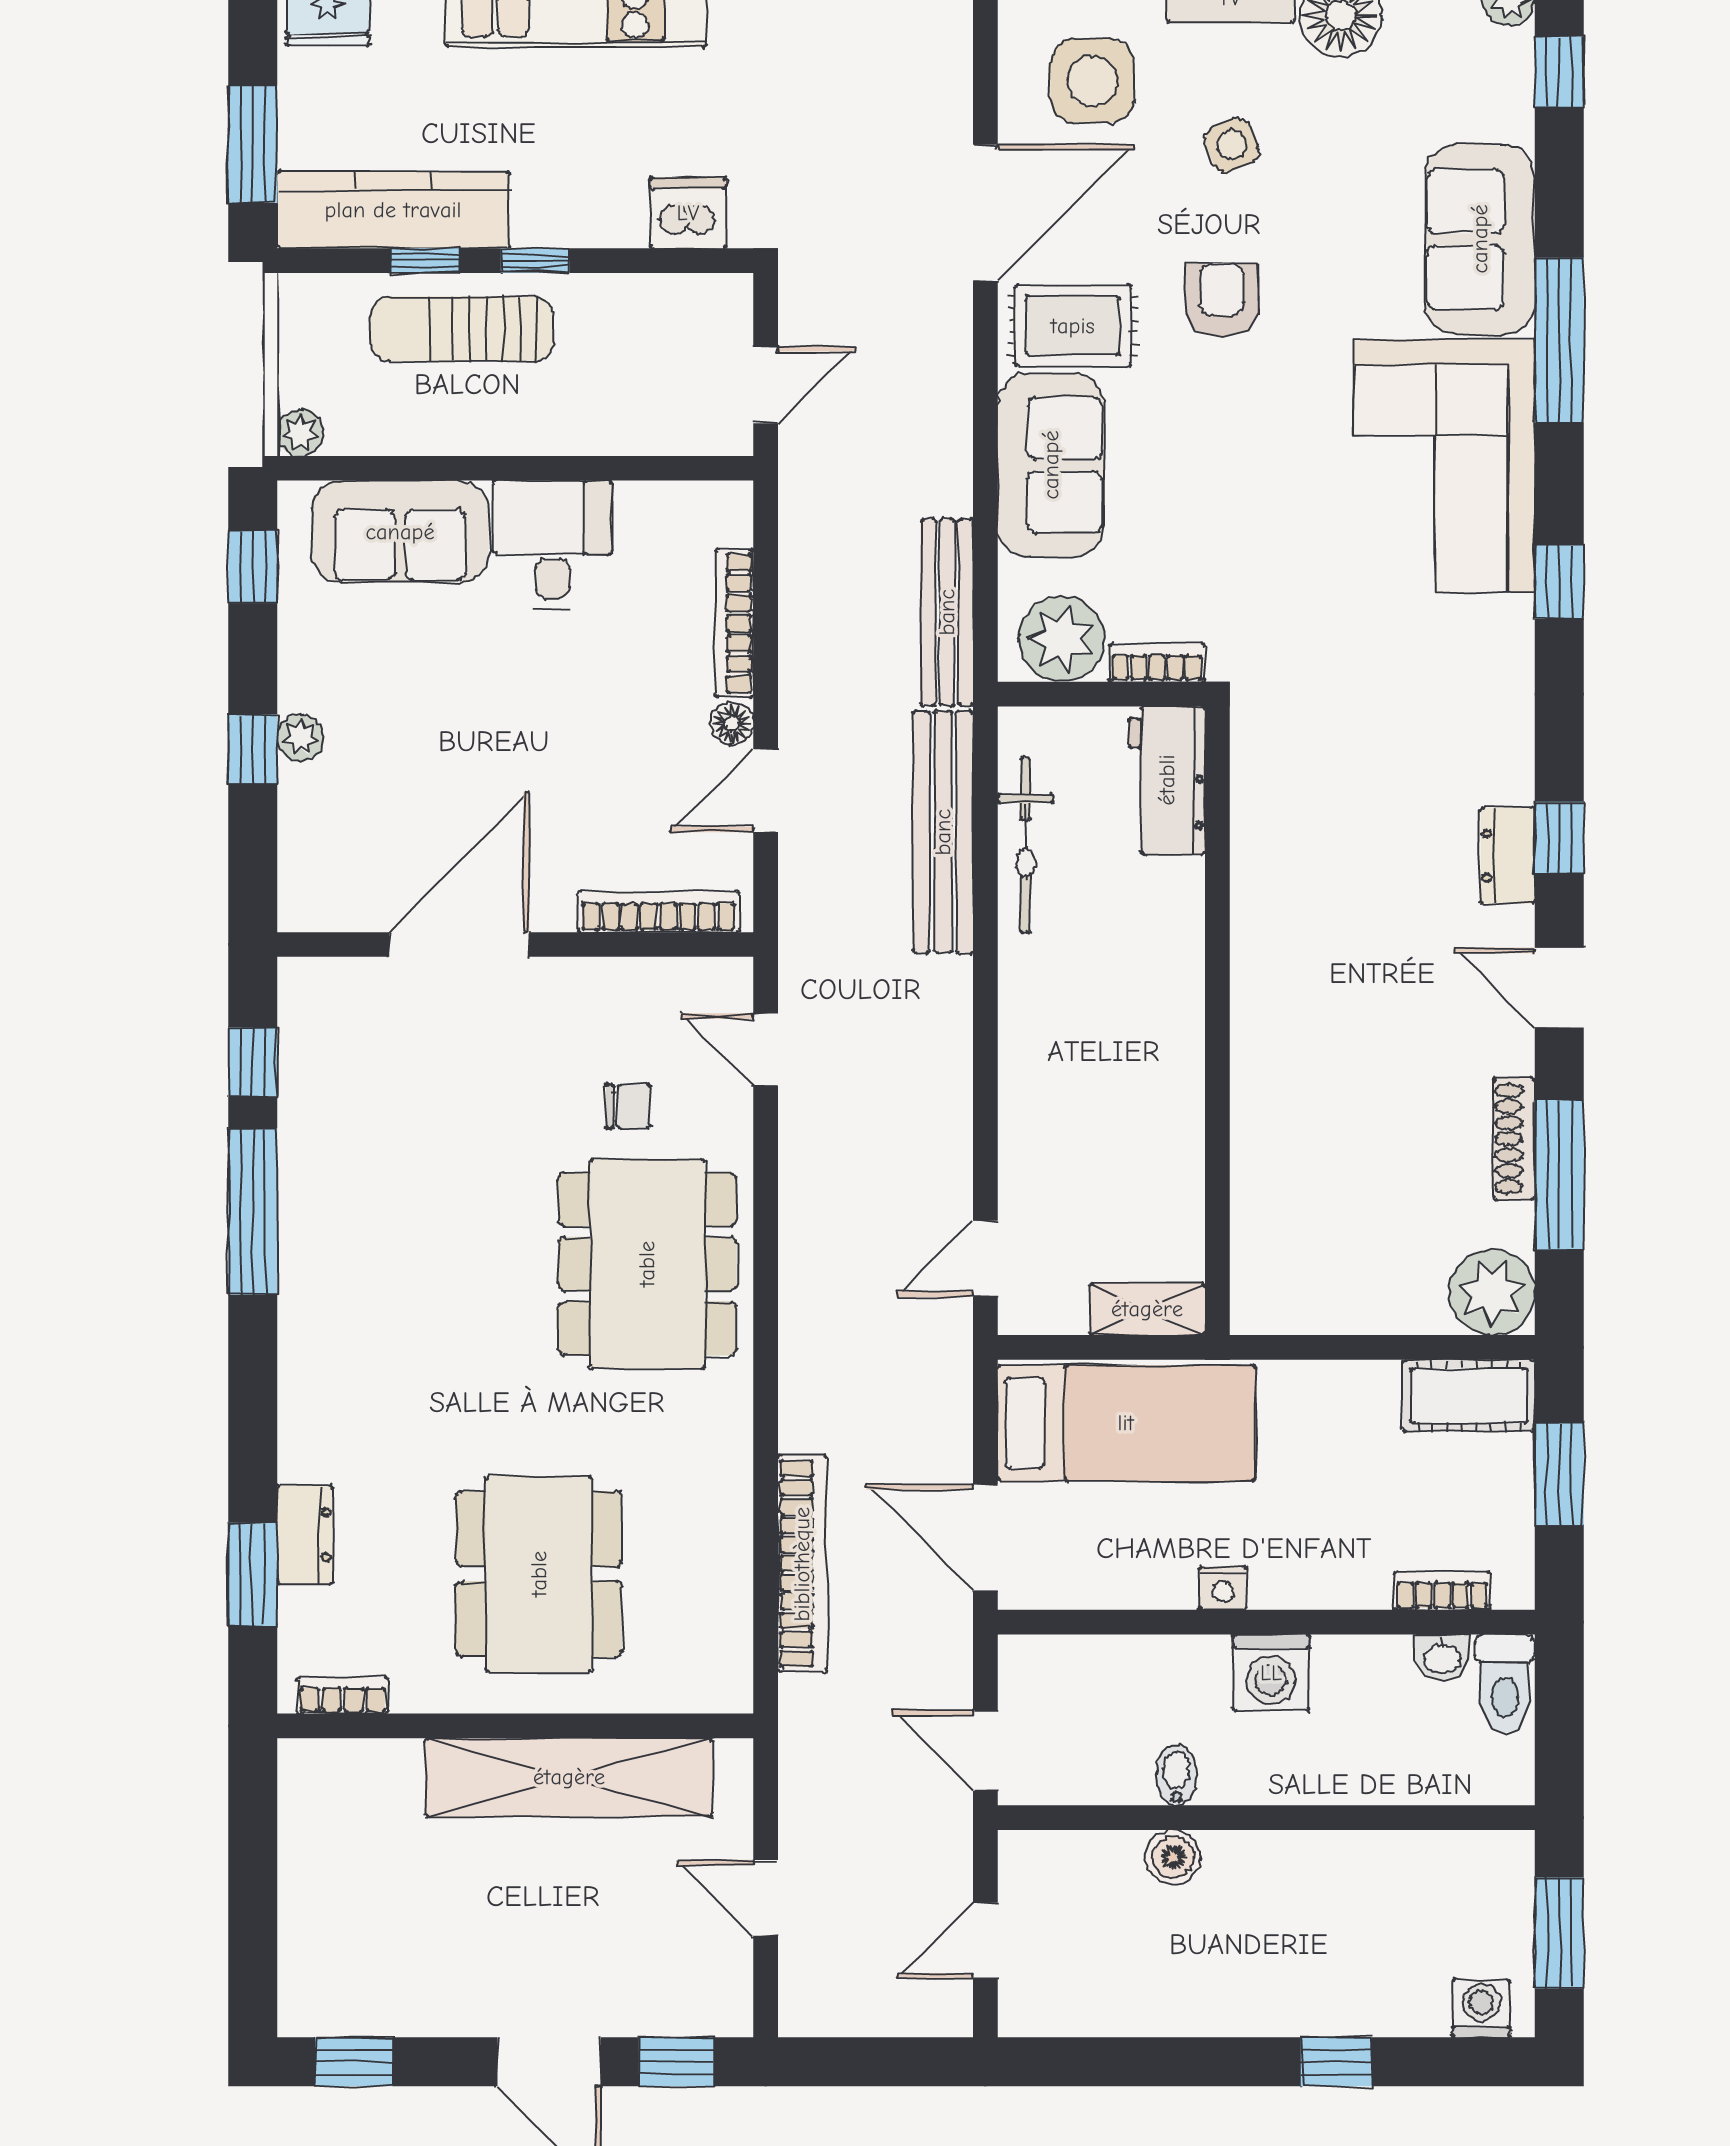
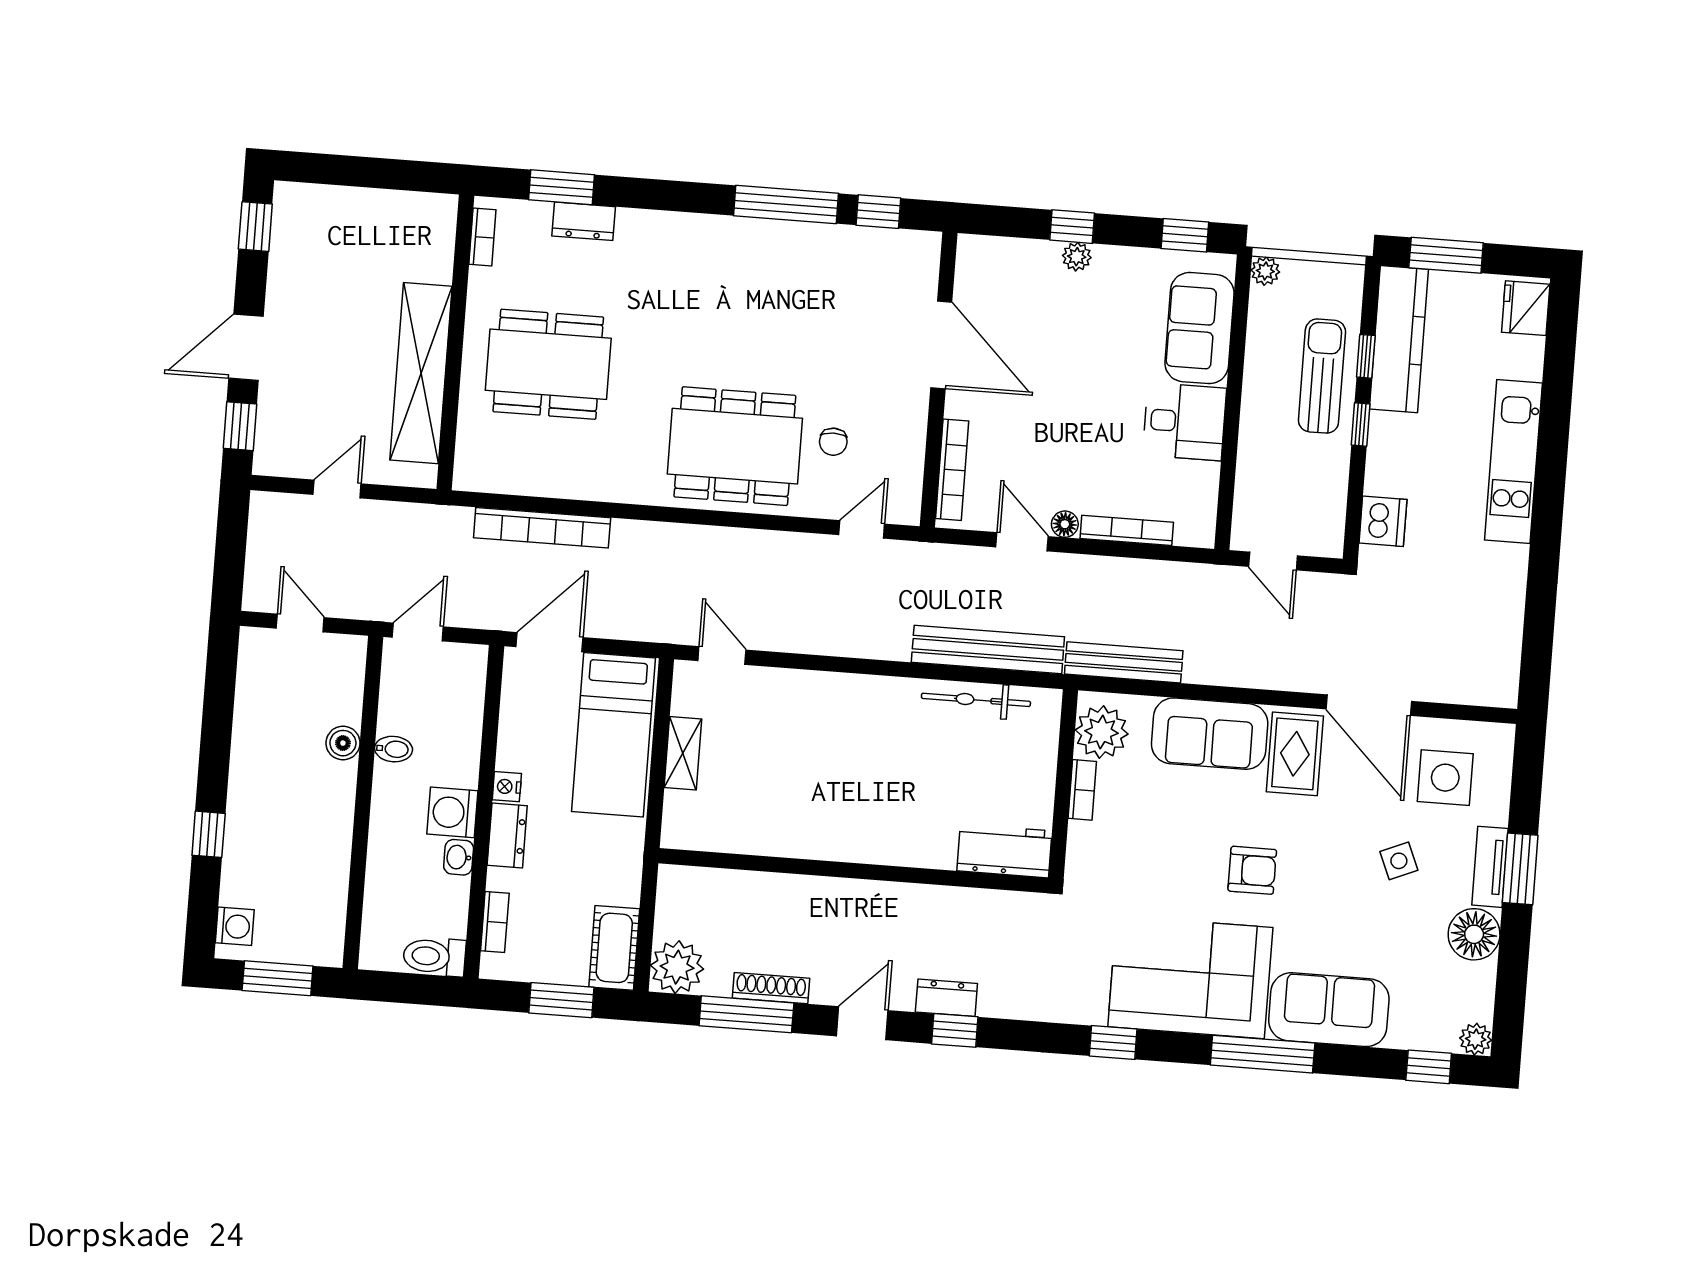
armchair: (1222, 300) -> (1252, 870), moved
workbench: (1167, 780) -> (1004, 851), moved
wall: (1217, 1021) -> (853, 871), moved
dresser: (1301, 1582) -> (507, 836), added
washbasin: (1442, 1657) -> (459, 857), moved

